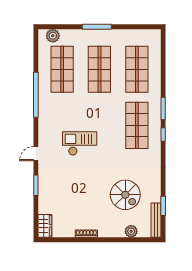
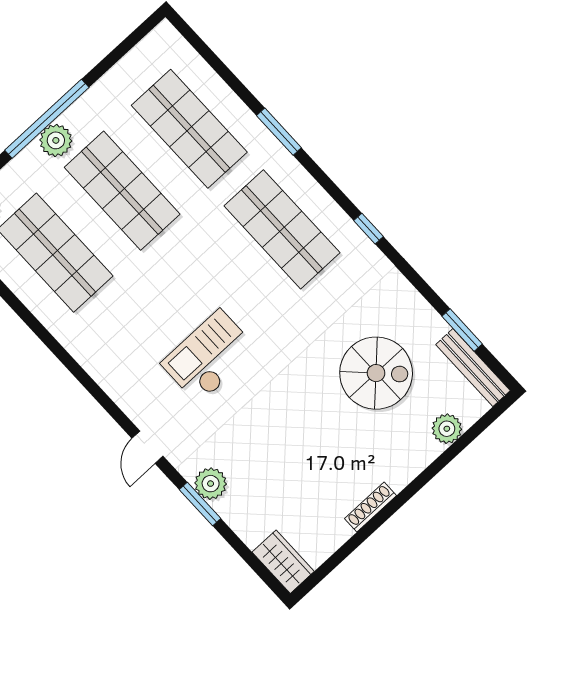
window: (97, 27) -> (47, 119), width x1.46
plant: (93, 36) -> (56, 140), added
window: (36, 95) -> (50, 342), removed
window: (163, 109) -> (279, 132), moved
window: (163, 134) -> (368, 229), moved
plant: (45, 182) -> (211, 484), added

